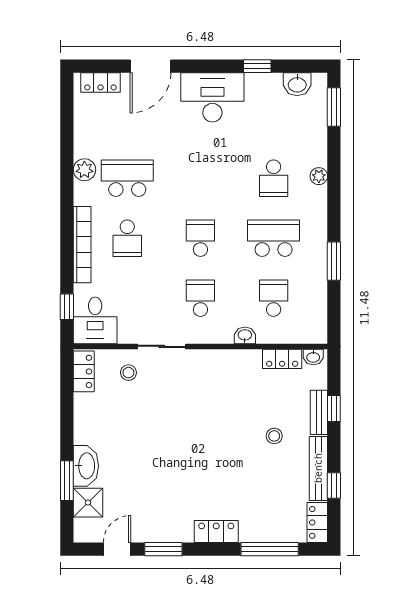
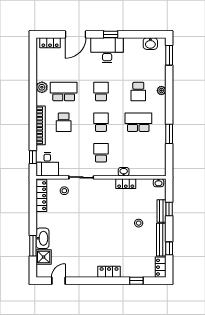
window: (257, 66) -> (111, 34), moved
school desk: (274, 298) -> (101, 92), moved
locker: (282, 359) -> (126, 184), moved
locker: (84, 371) -> (41, 196), width x1.53
window: (163, 549) -> (82, 281), removed
window: (270, 549) -> (136, 281), width x0.46

